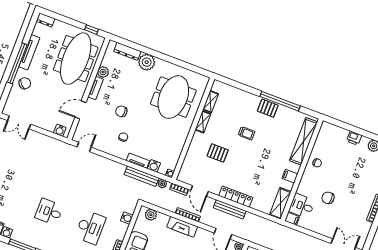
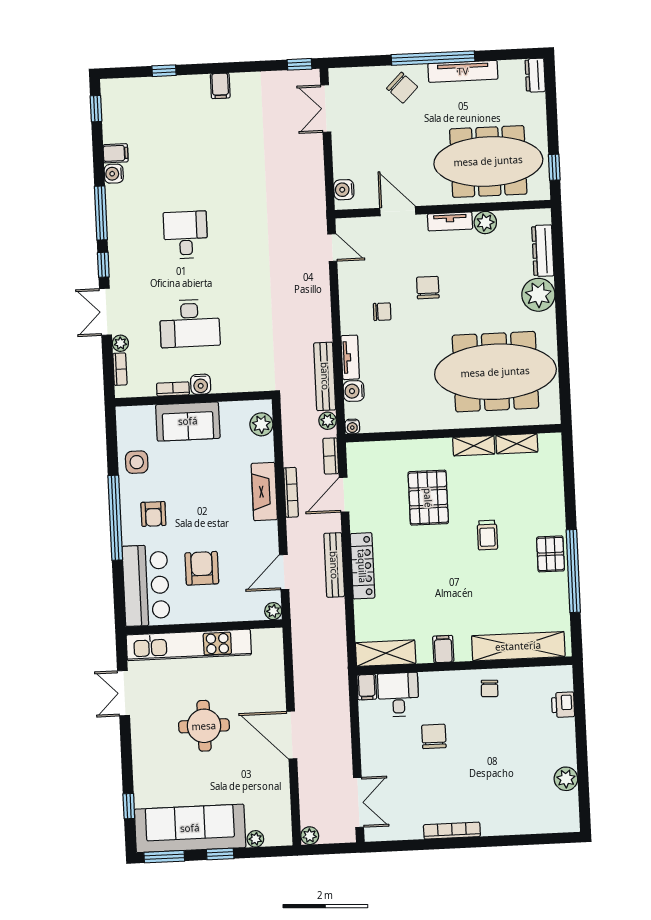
meeting table: (173, 97) -> (495, 372), width x1.36
printer: (354, 138) -> (563, 705), moved
pallet: (218, 153) -> (428, 498), width x1.50, depth x1.42
water cooler: (127, 218) -> (201, 384), moved

